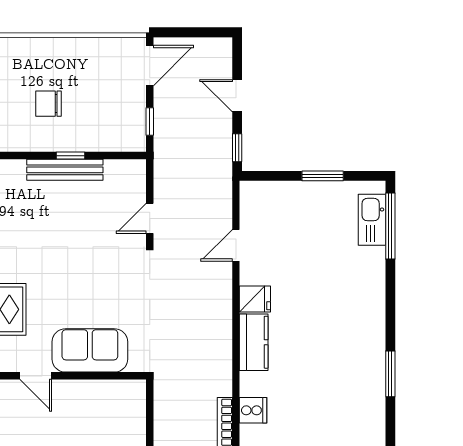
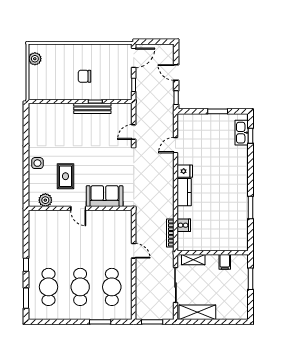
window: (390, 226) -> (251, 136), width x0.46

